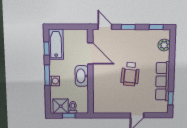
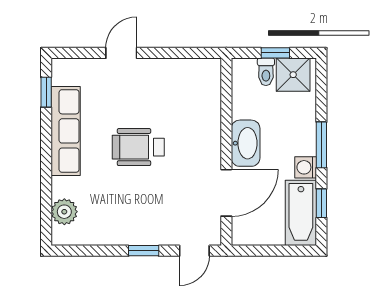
door: (105, 27) -> (194, 251), hinge flipped
window: (156, 27) -> (83, 251), removed
door: (90, 53) -> (226, 193), swing flipped
wheelchair: (130, 74) -> (138, 147), turned -95
washing machine: (54, 81) -> (306, 167), moved

